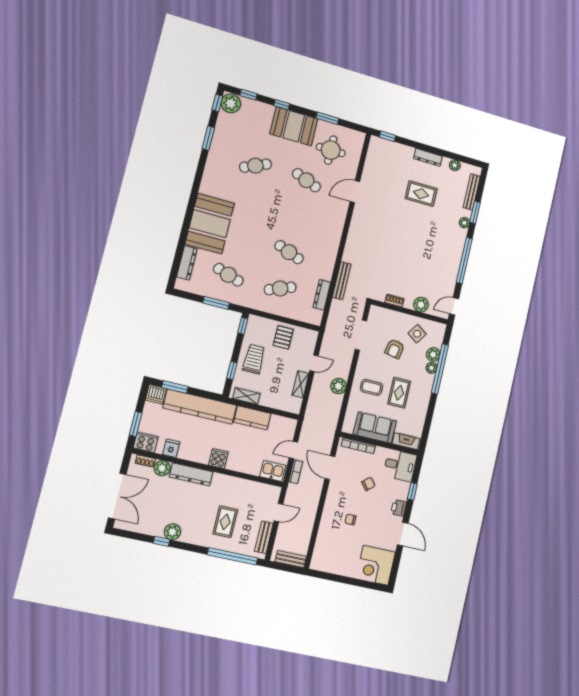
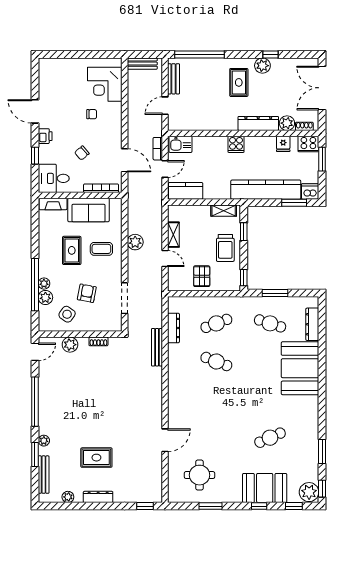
booth: (294, 126) -> (265, 488), moved
cafe table: (306, 180) -> (216, 438), removed
door: (314, 363) -> (165, 259), swing flipped
kitchen counter: (252, 418) -> (186, 191), moved
rug: (225, 522) -> (239, 82), moved
corner desk: (376, 565) -> (105, 84), moved, turned 180

